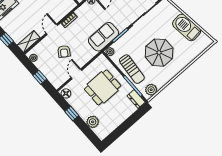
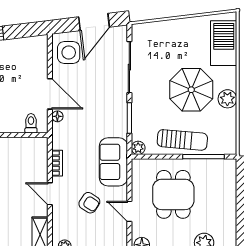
barbecue: (187, 27) -> (224, 43), moved, turned 97
sofa: (103, 37) -> (113, 162), moved
plant: (151, 90) -> (227, 99), moved
dresser: (136, 99) -> (223, 166), removed

